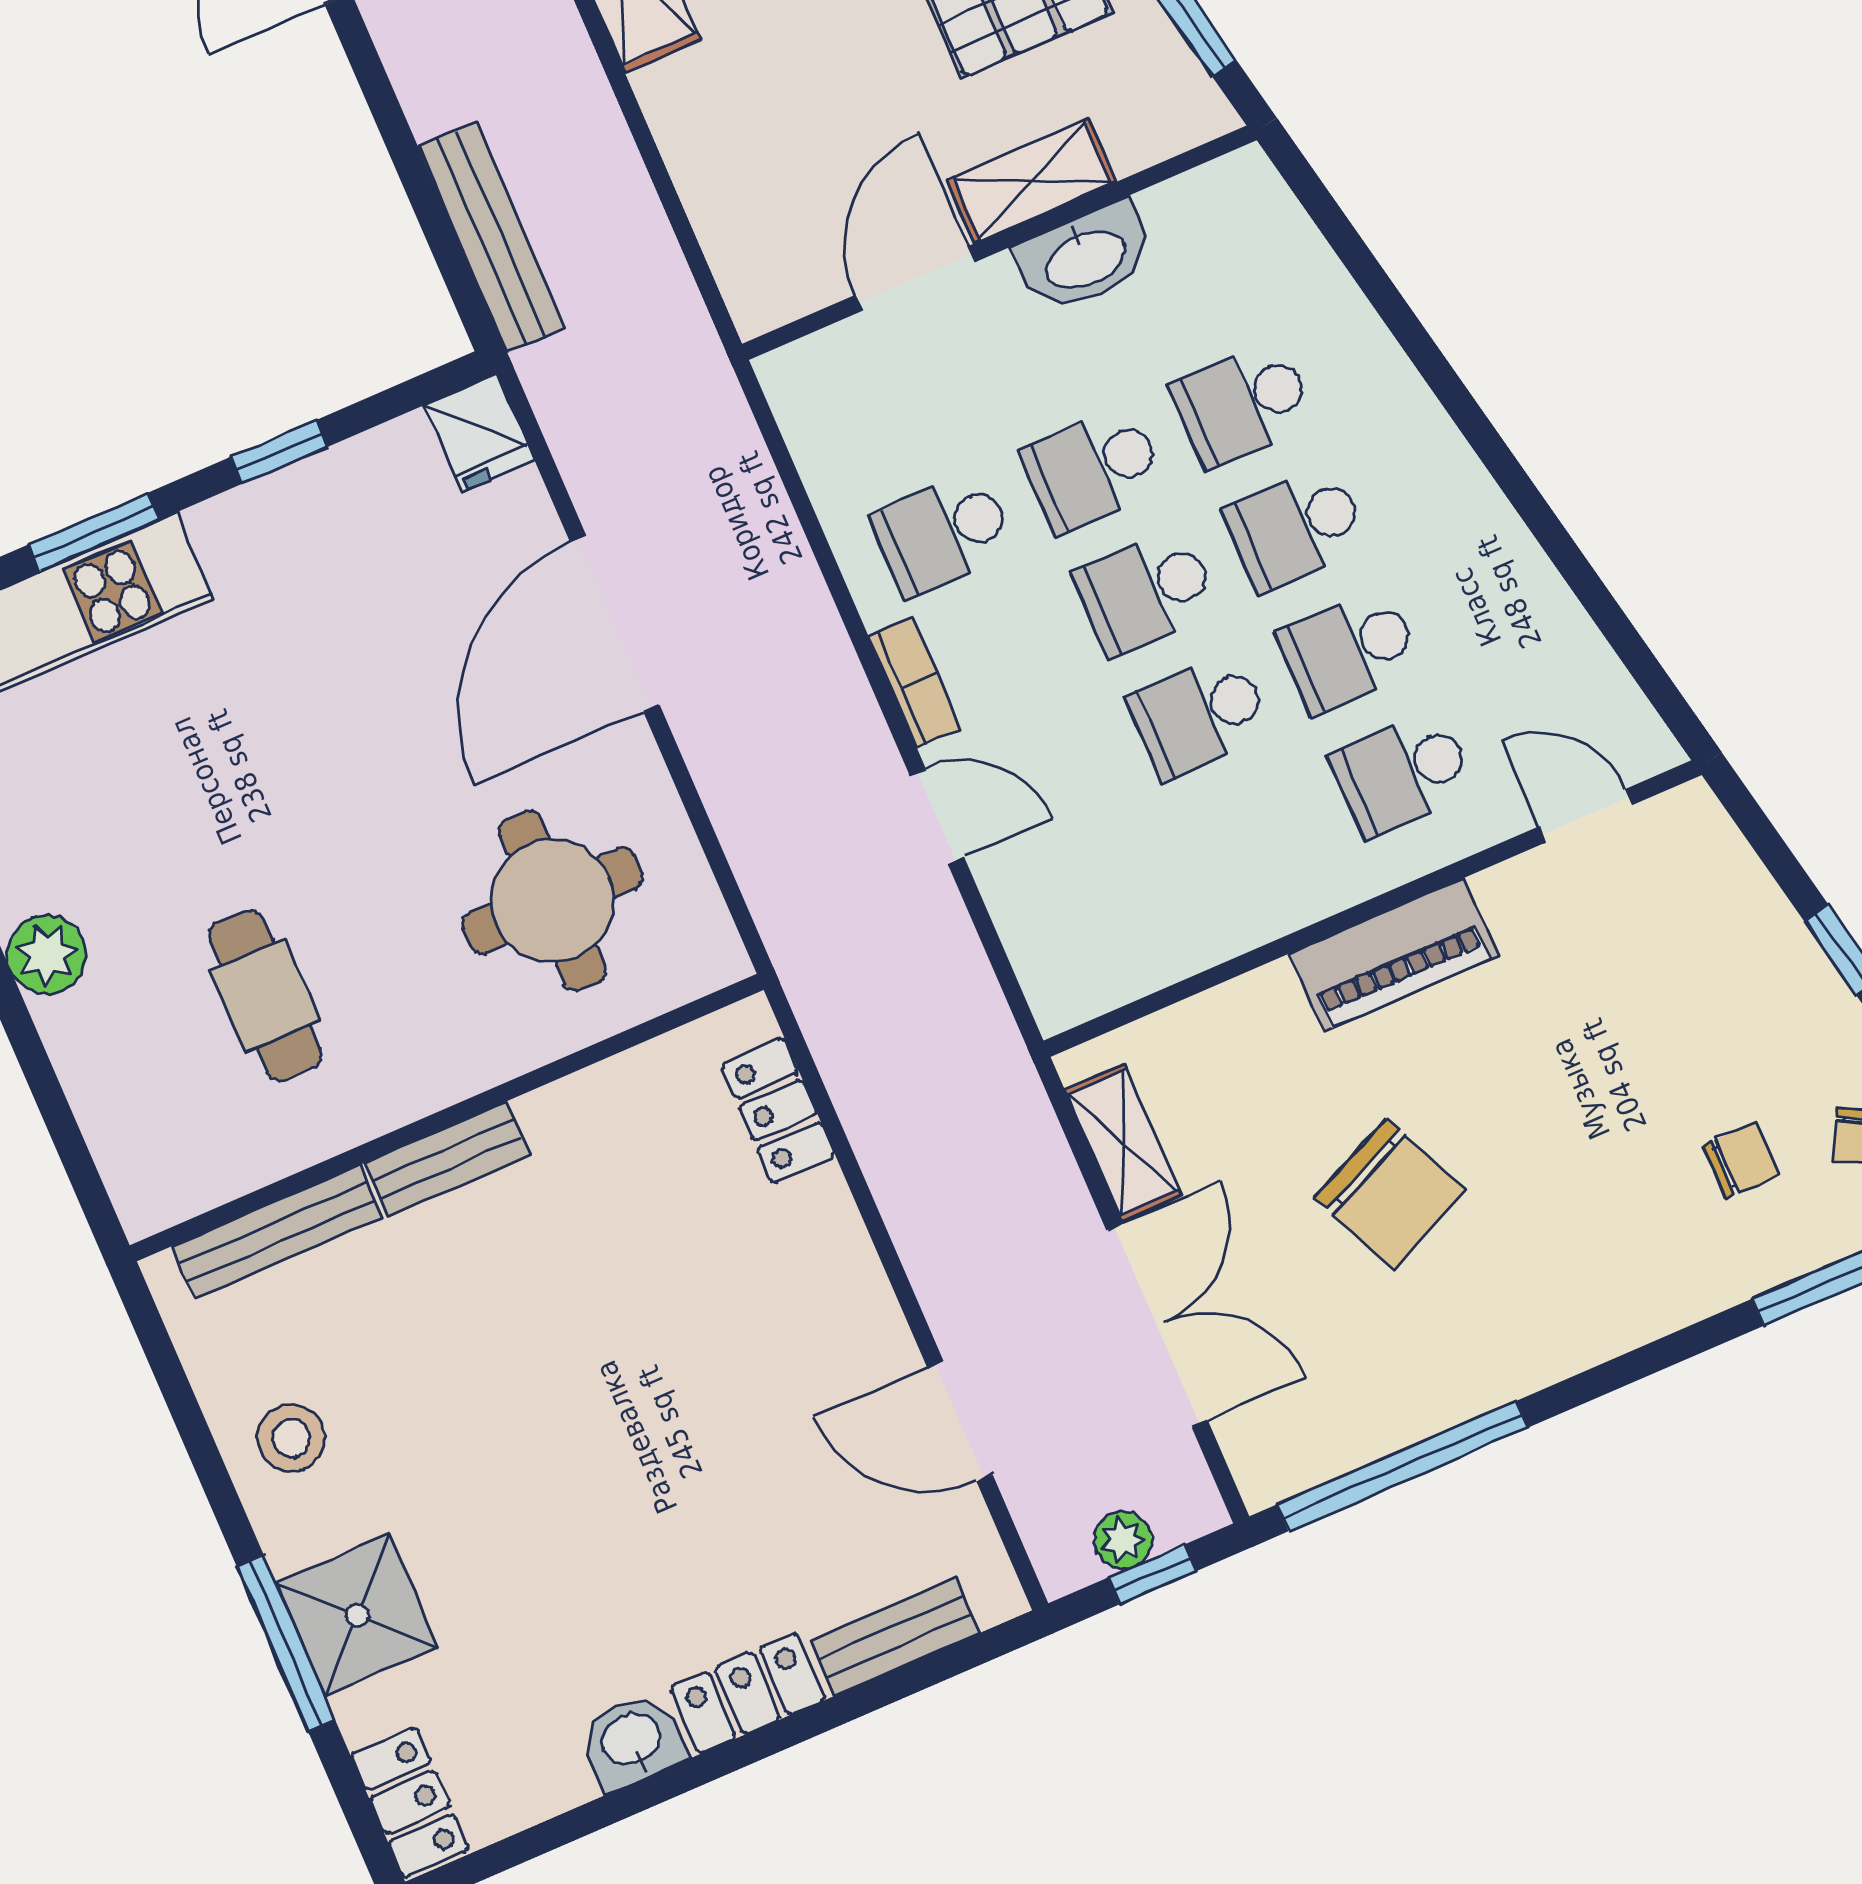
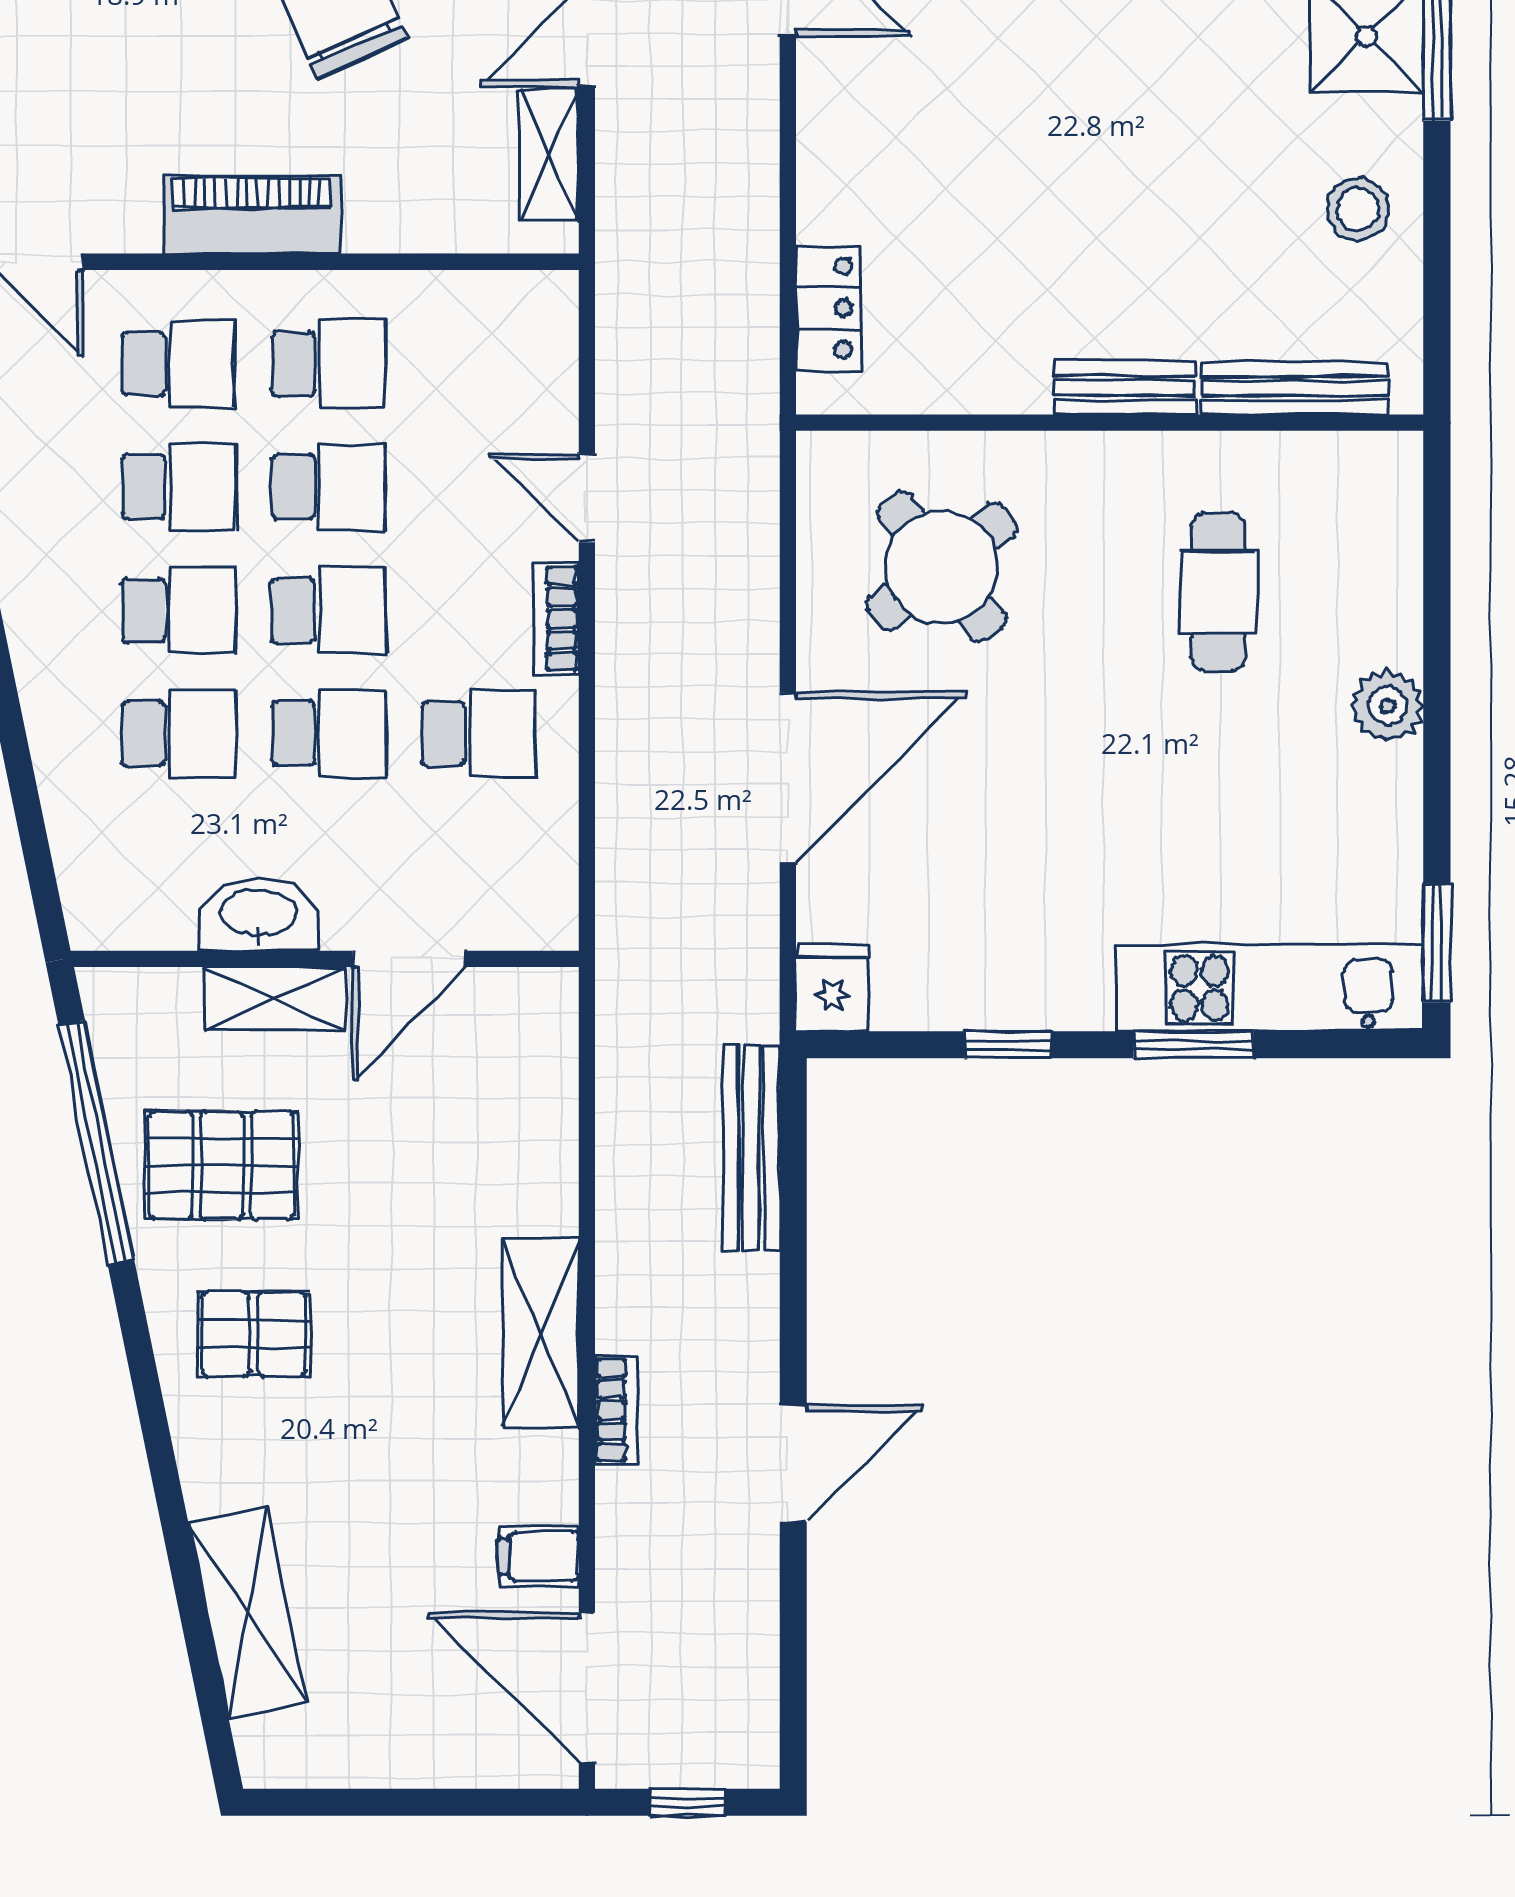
school desk: (1253, 839) -> (329, 364), added
round table: (553, 901) -> (941, 567), turned -38

